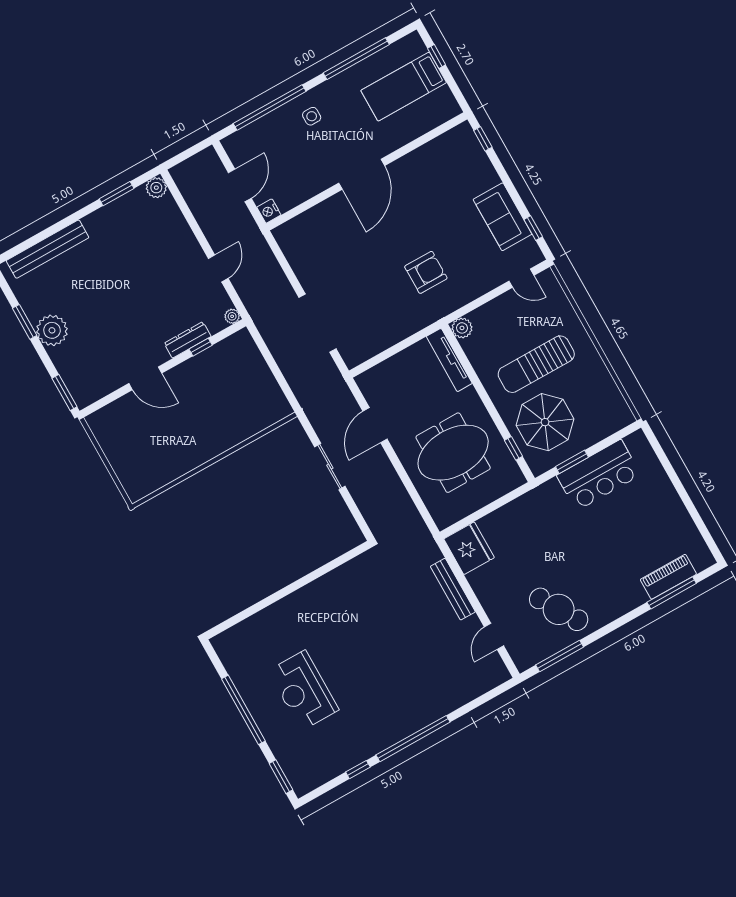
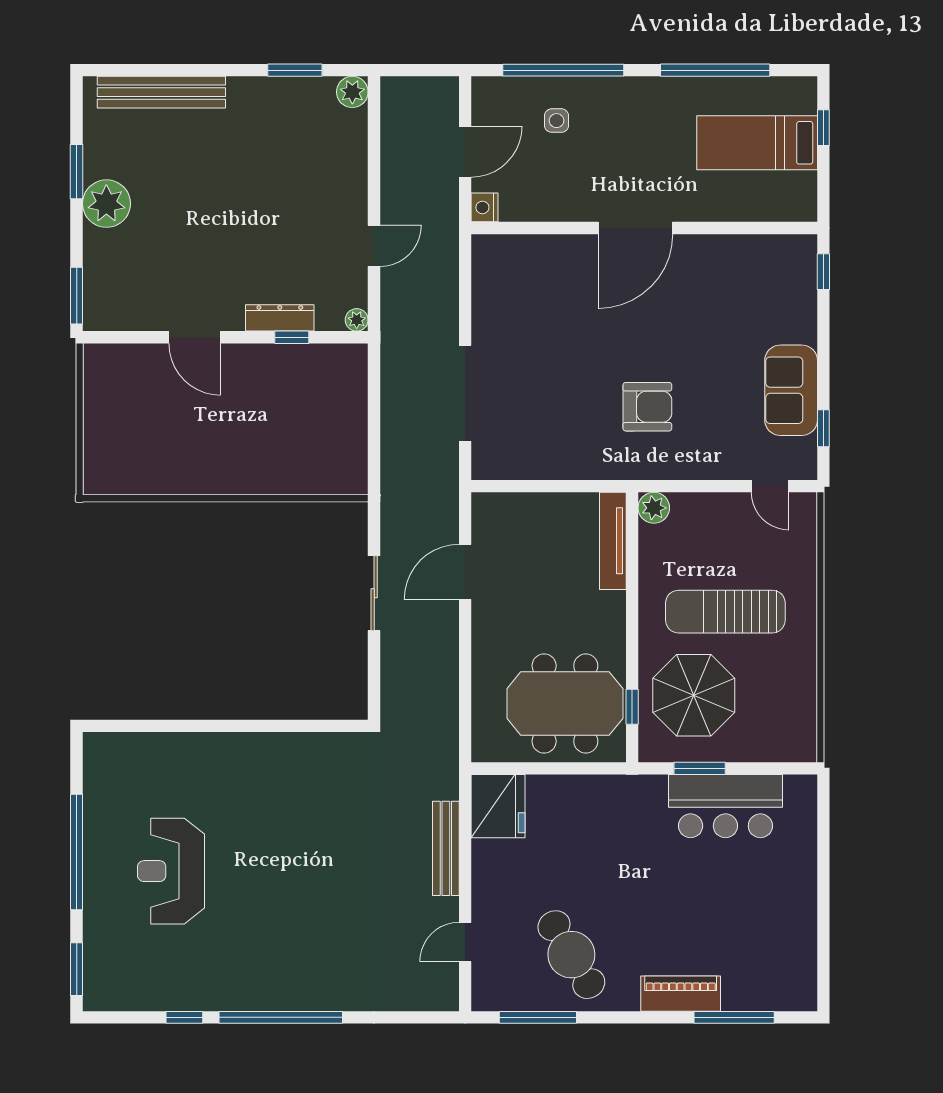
side table: (312, 116) -> (557, 121), moved
meeting table: (453, 453) -> (565, 704), moved
piano: (668, 577) -> (681, 994), moved

